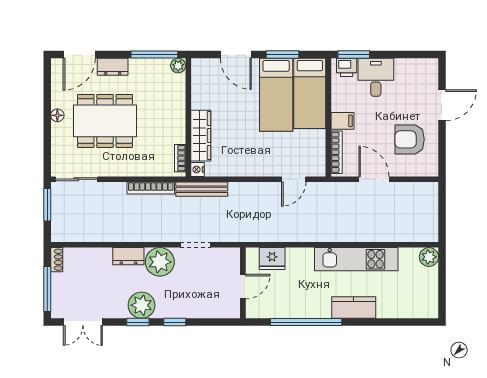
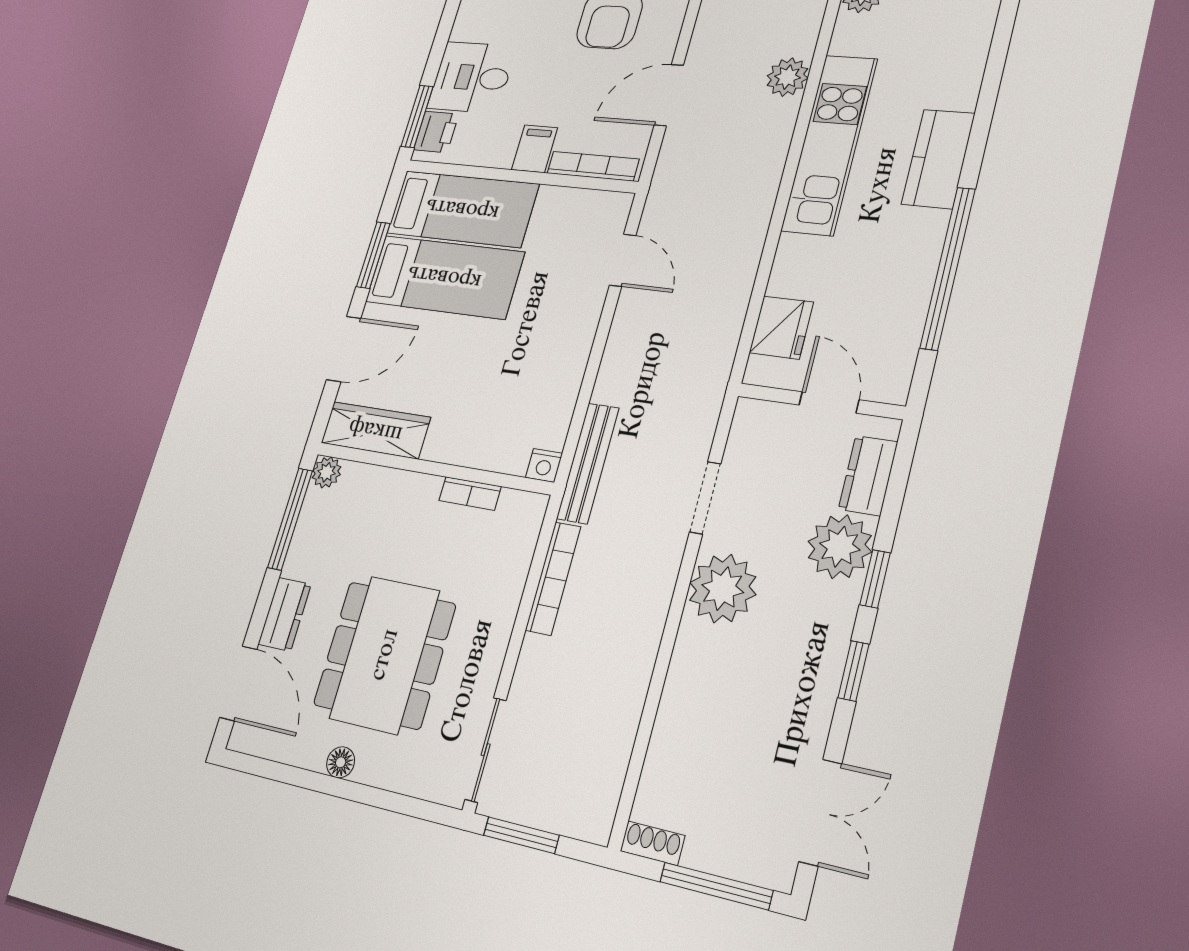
wardrobe: (201, 136) -> (375, 430), moved
bookcase: (180, 158) -> (470, 493), moved
plant: (387, 232) -> (787, 77), added
dresser: (128, 256) -> (868, 476), moved, turned 180
plant: (142, 305) -> (840, 547), moved

